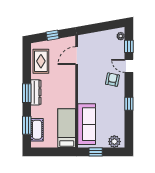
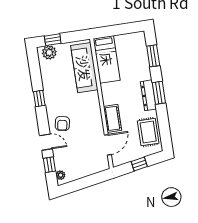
cot: (37, 130) -> (113, 118), moved
window: (96, 152) -> (53, 40), moved

